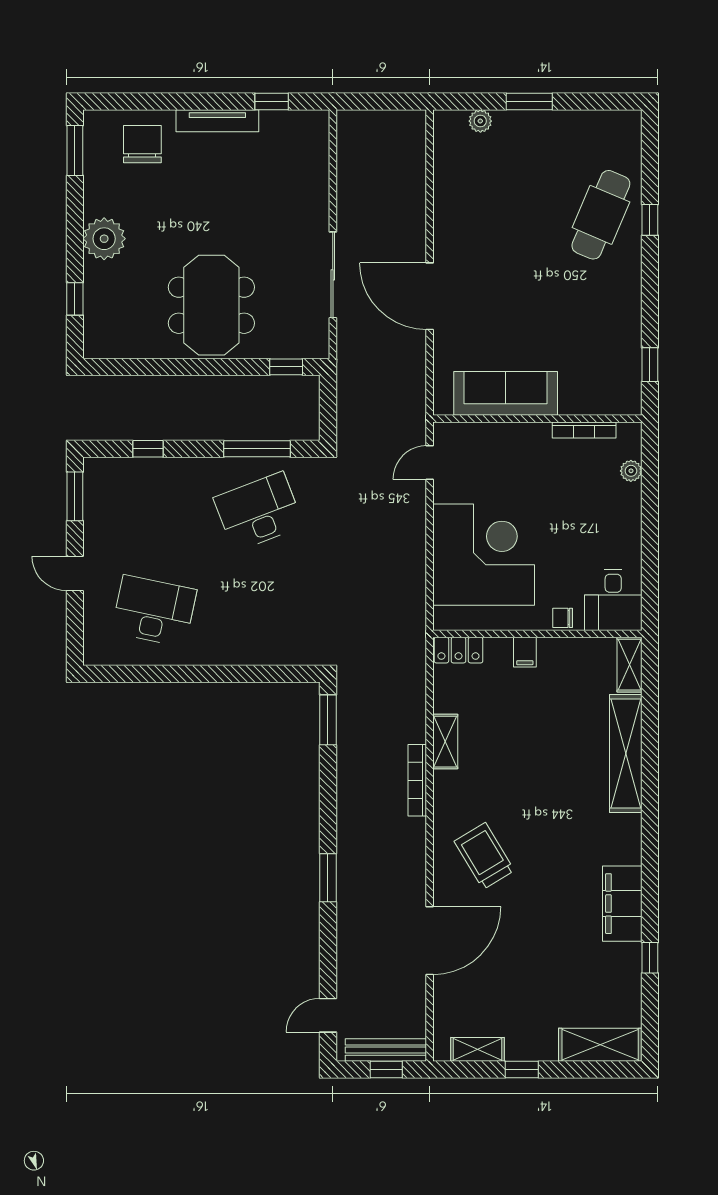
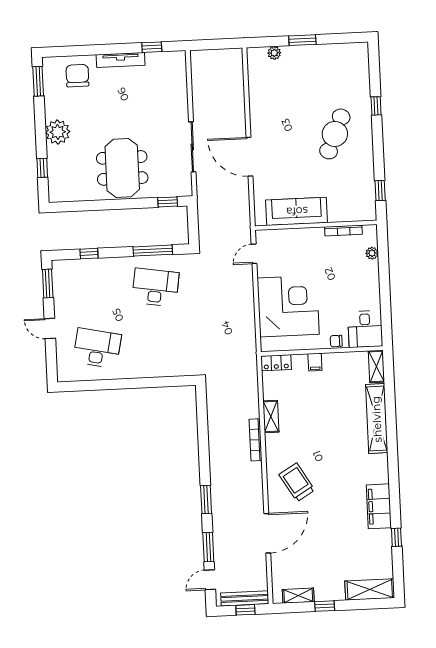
cafe table: (601, 215) -> (335, 134), moved
desk: (258, 512) -> (155, 287), turned 30
window: (328, 720) -> (208, 547), moved

